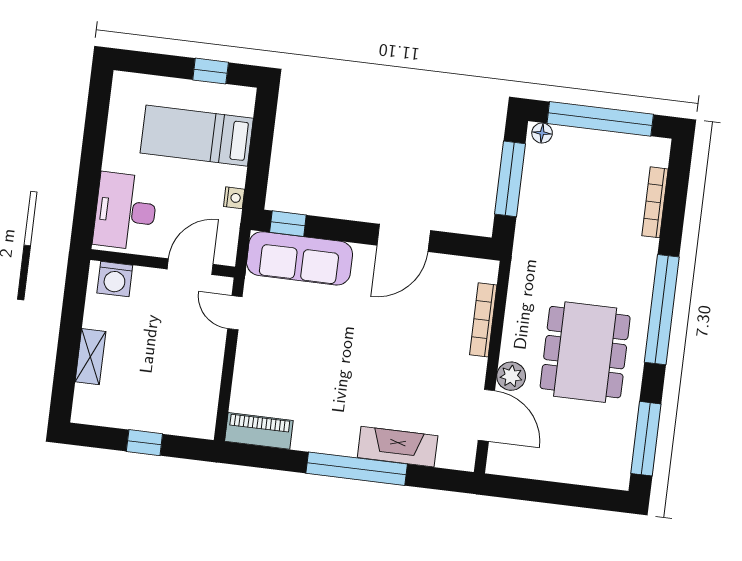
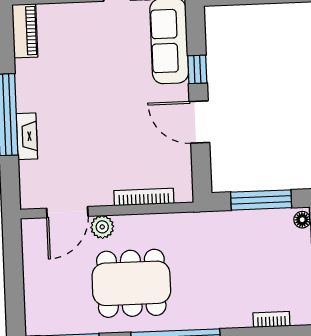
bookcase: (655, 202) -> (271, 319), width x0.64
window: (288, 224) -> (197, 69), moved
fireplace: (398, 447) -> (27, 136), width x0.73, depth x0.76

